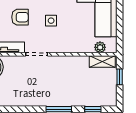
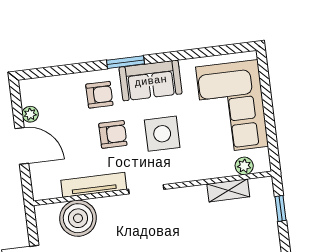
side table: (51, 21) -> (162, 134), width x1.87, depth x1.87
shelving: (102, 61) -> (228, 190), moved

